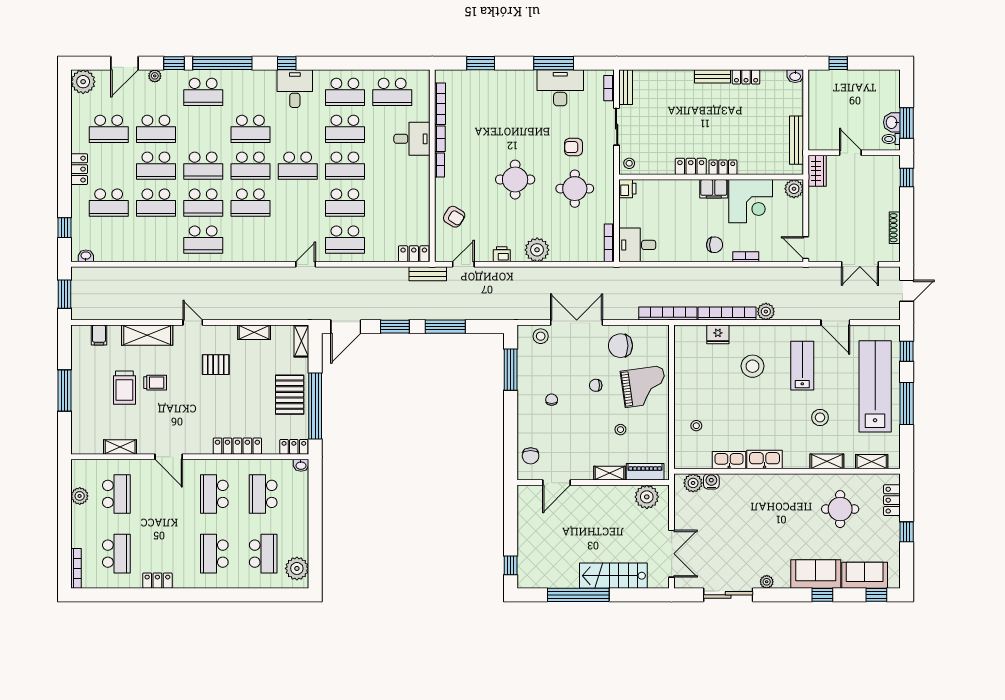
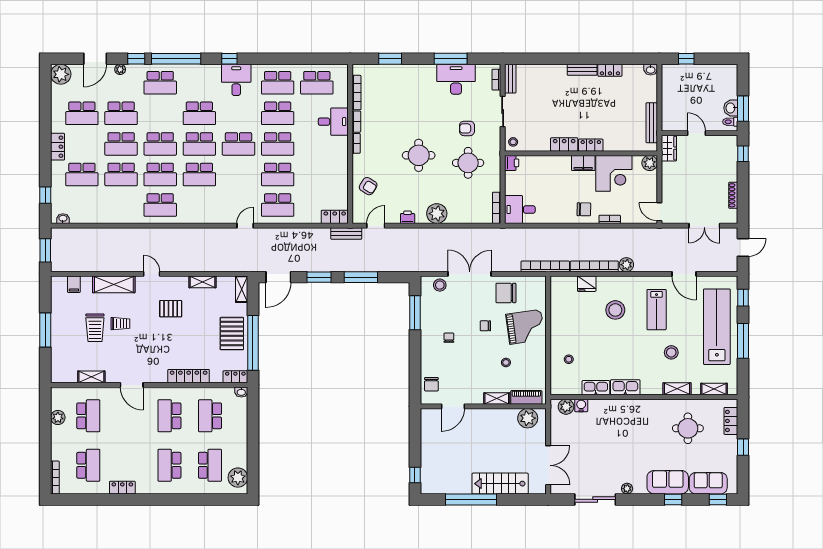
lab bench: (802, 366) -> (657, 310), turned 180

